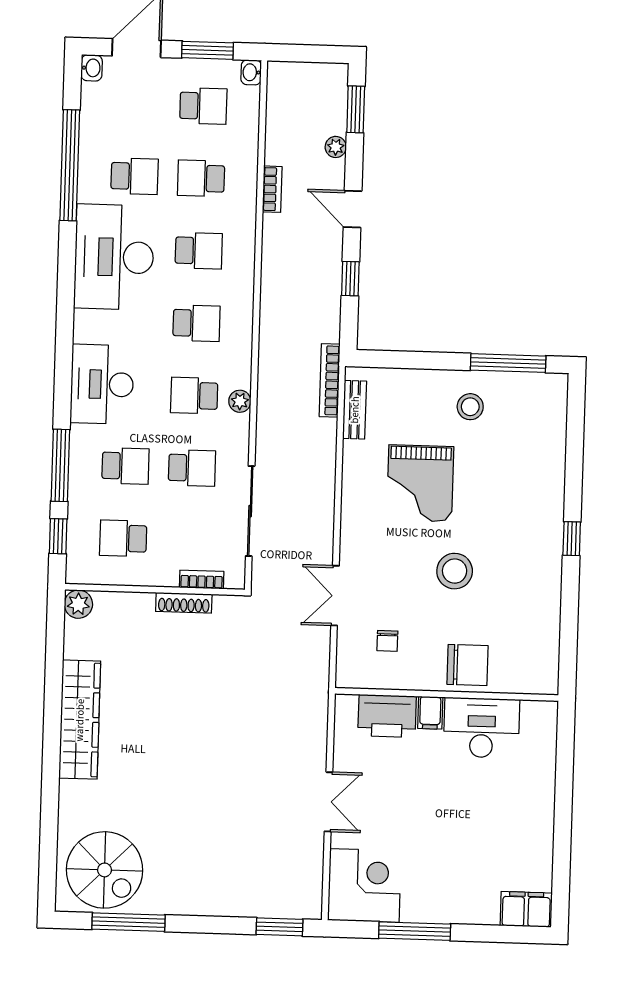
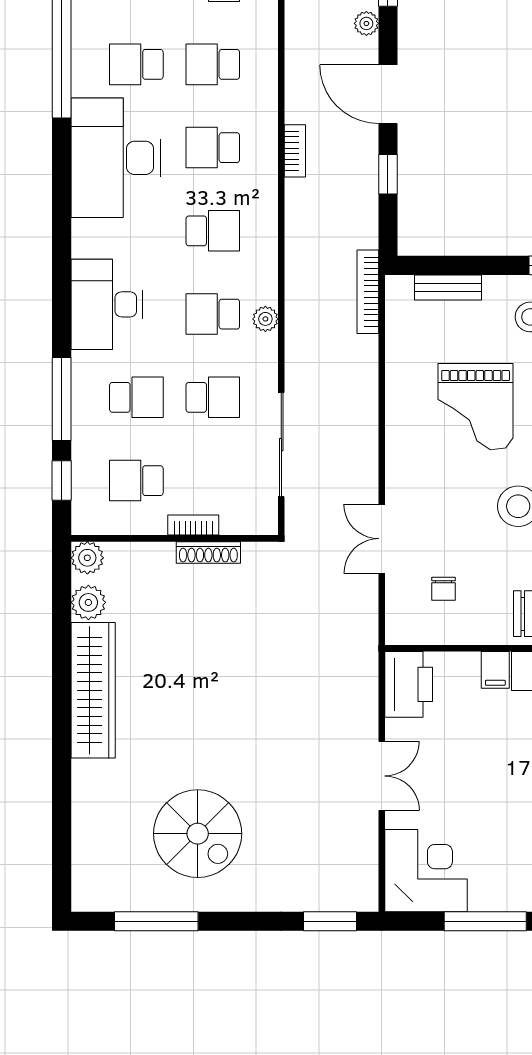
school desk: (135, 176) -> (136, 64), turned 180
bookcase: (272, 189) -> (295, 151), moved
door: (353, 209) -> (388, 94), width x1.38
school desk: (199, 251) -> (213, 148), turned 180
bench: (355, 410) -> (448, 287), moved, turned 90
bookcase: (202, 580) -> (193, 525), moved
plant: (78, 643) -> (88, 602), added
printer: (387, 716) -> (409, 684), moved, turned -90
spiral stairs: (105, 870) -> (198, 834), moved

